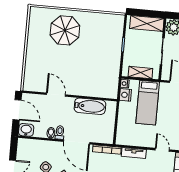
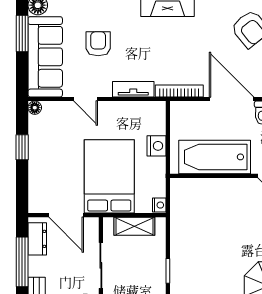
nightstand: (125, 95) -> (156, 146), moved
bed: (148, 103) -> (109, 176), width x1.50
bathtub: (90, 106) -> (215, 157), width x1.36, depth x1.36

